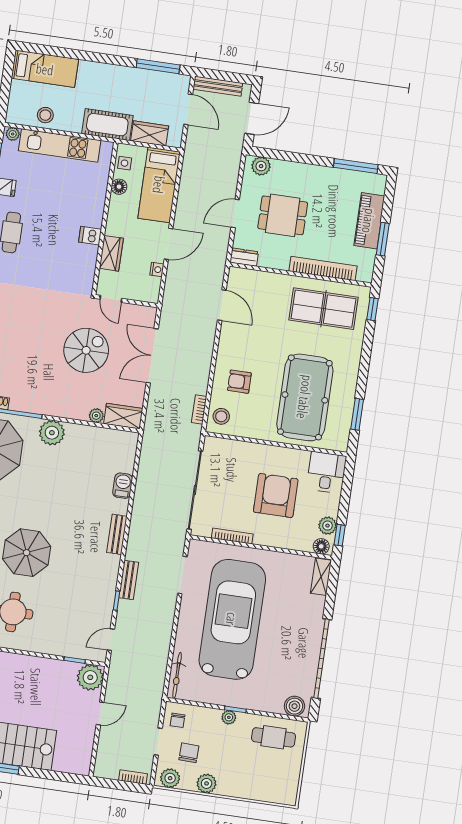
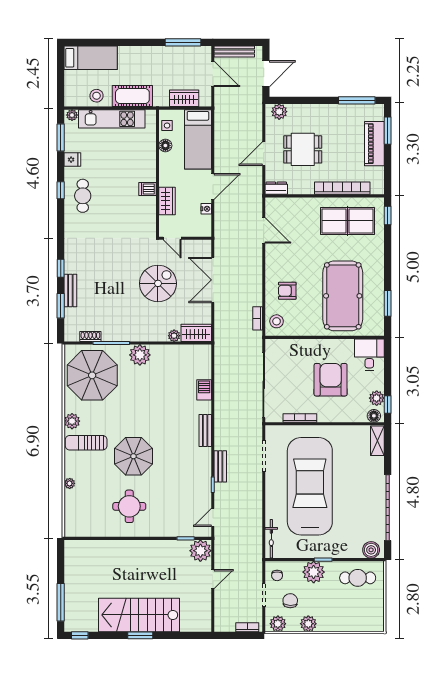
cot: (107, 125) -> (132, 96), moved
window: (383, 239) -> (388, 131), moved
plant: (229, 717) -> (314, 572), width x1.87, depth x1.87

